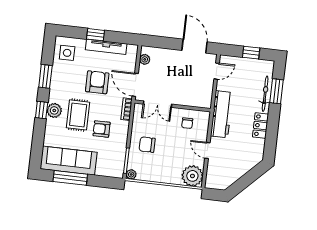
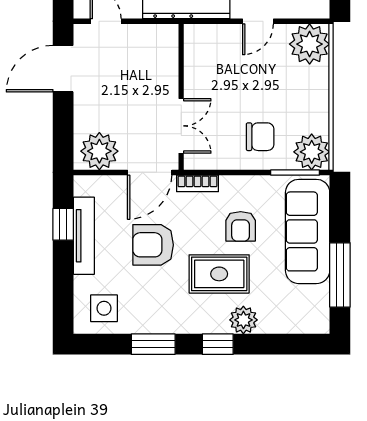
window: (96, 35) -> (63, 224), moved
plant: (145, 59) -> (99, 151), width x1.88, depth x1.88
plant: (54, 110) -> (243, 320), moved
chair: (187, 123) -> (211, 65), removed
chair: (147, 145) -> (260, 137), turned -90
sofa: (69, 161) -> (308, 231), moved
plant: (131, 174) -> (312, 152), width x1.88, depth x1.88

